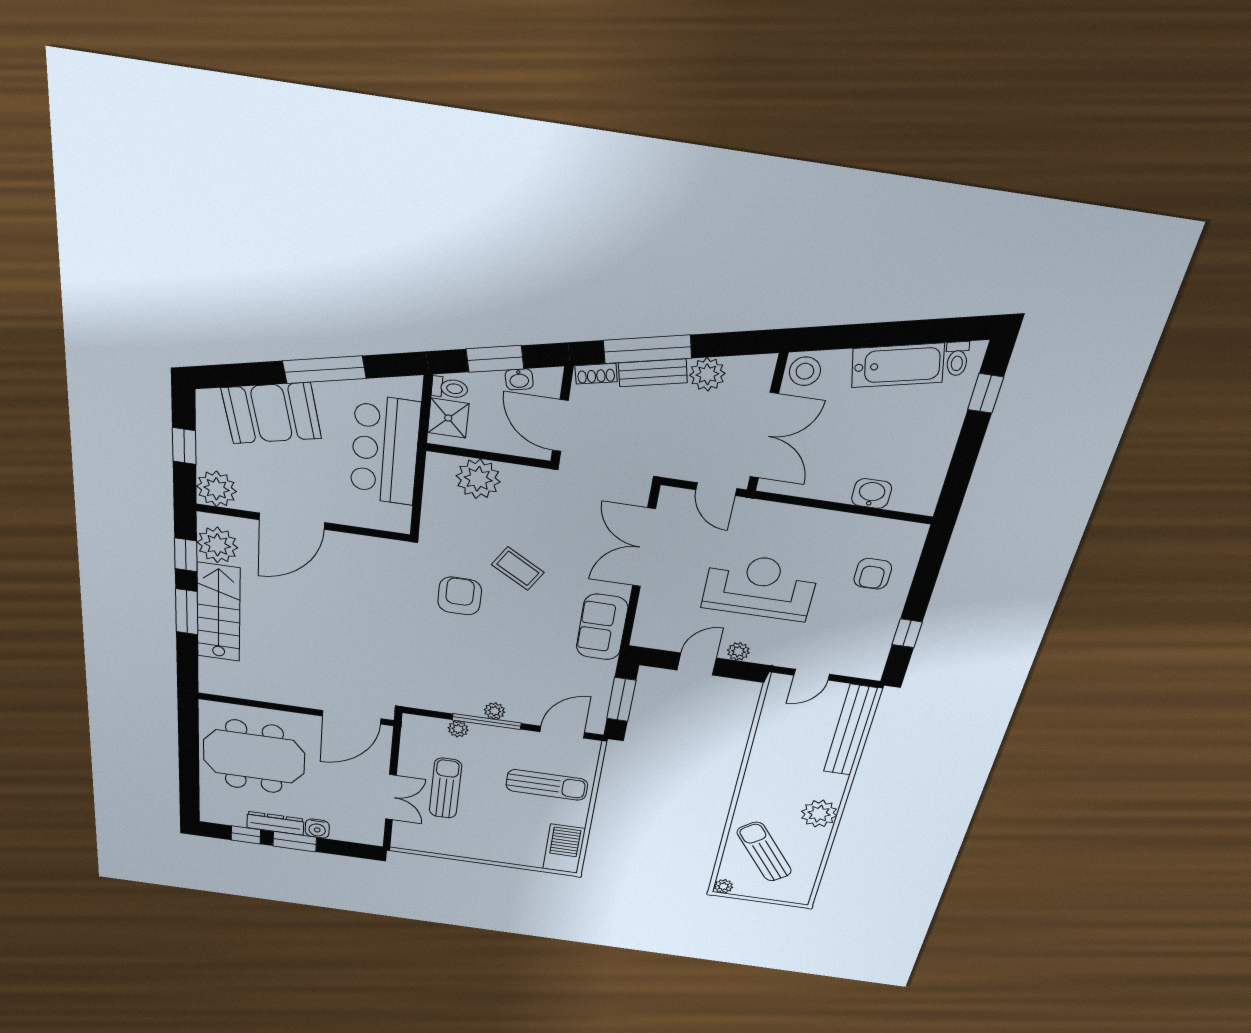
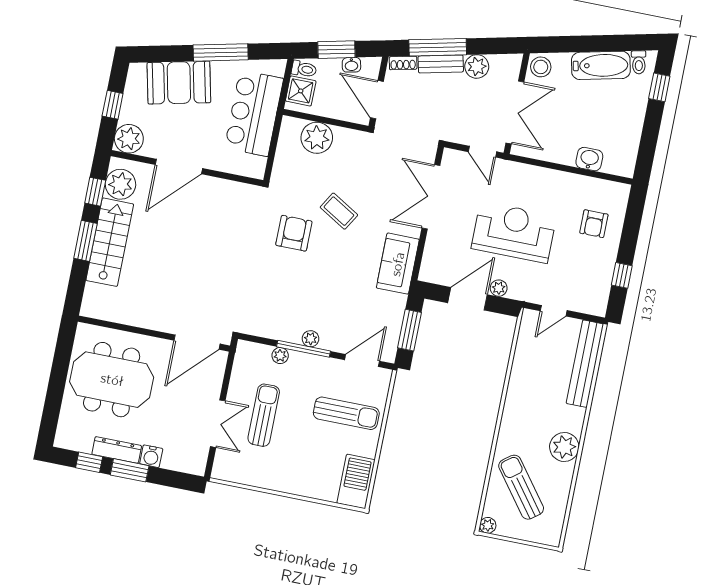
door: (697, 664) -> (468, 299), width x1.38

